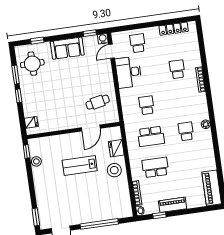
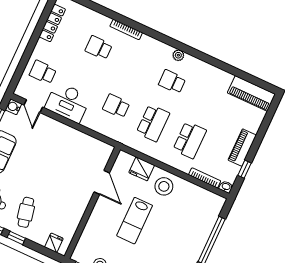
cafe table: (98, 102) -> (26, 212), moved
school desk: (155, 167) -> (190, 140), turned 180

